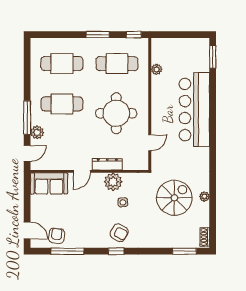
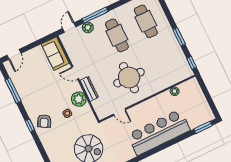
cafe table: (117, 64) -> (165, 61), removed
door: (27, 153) -> (69, 28), swing flipped
armchair: (57, 236) -> (20, 77), removed

